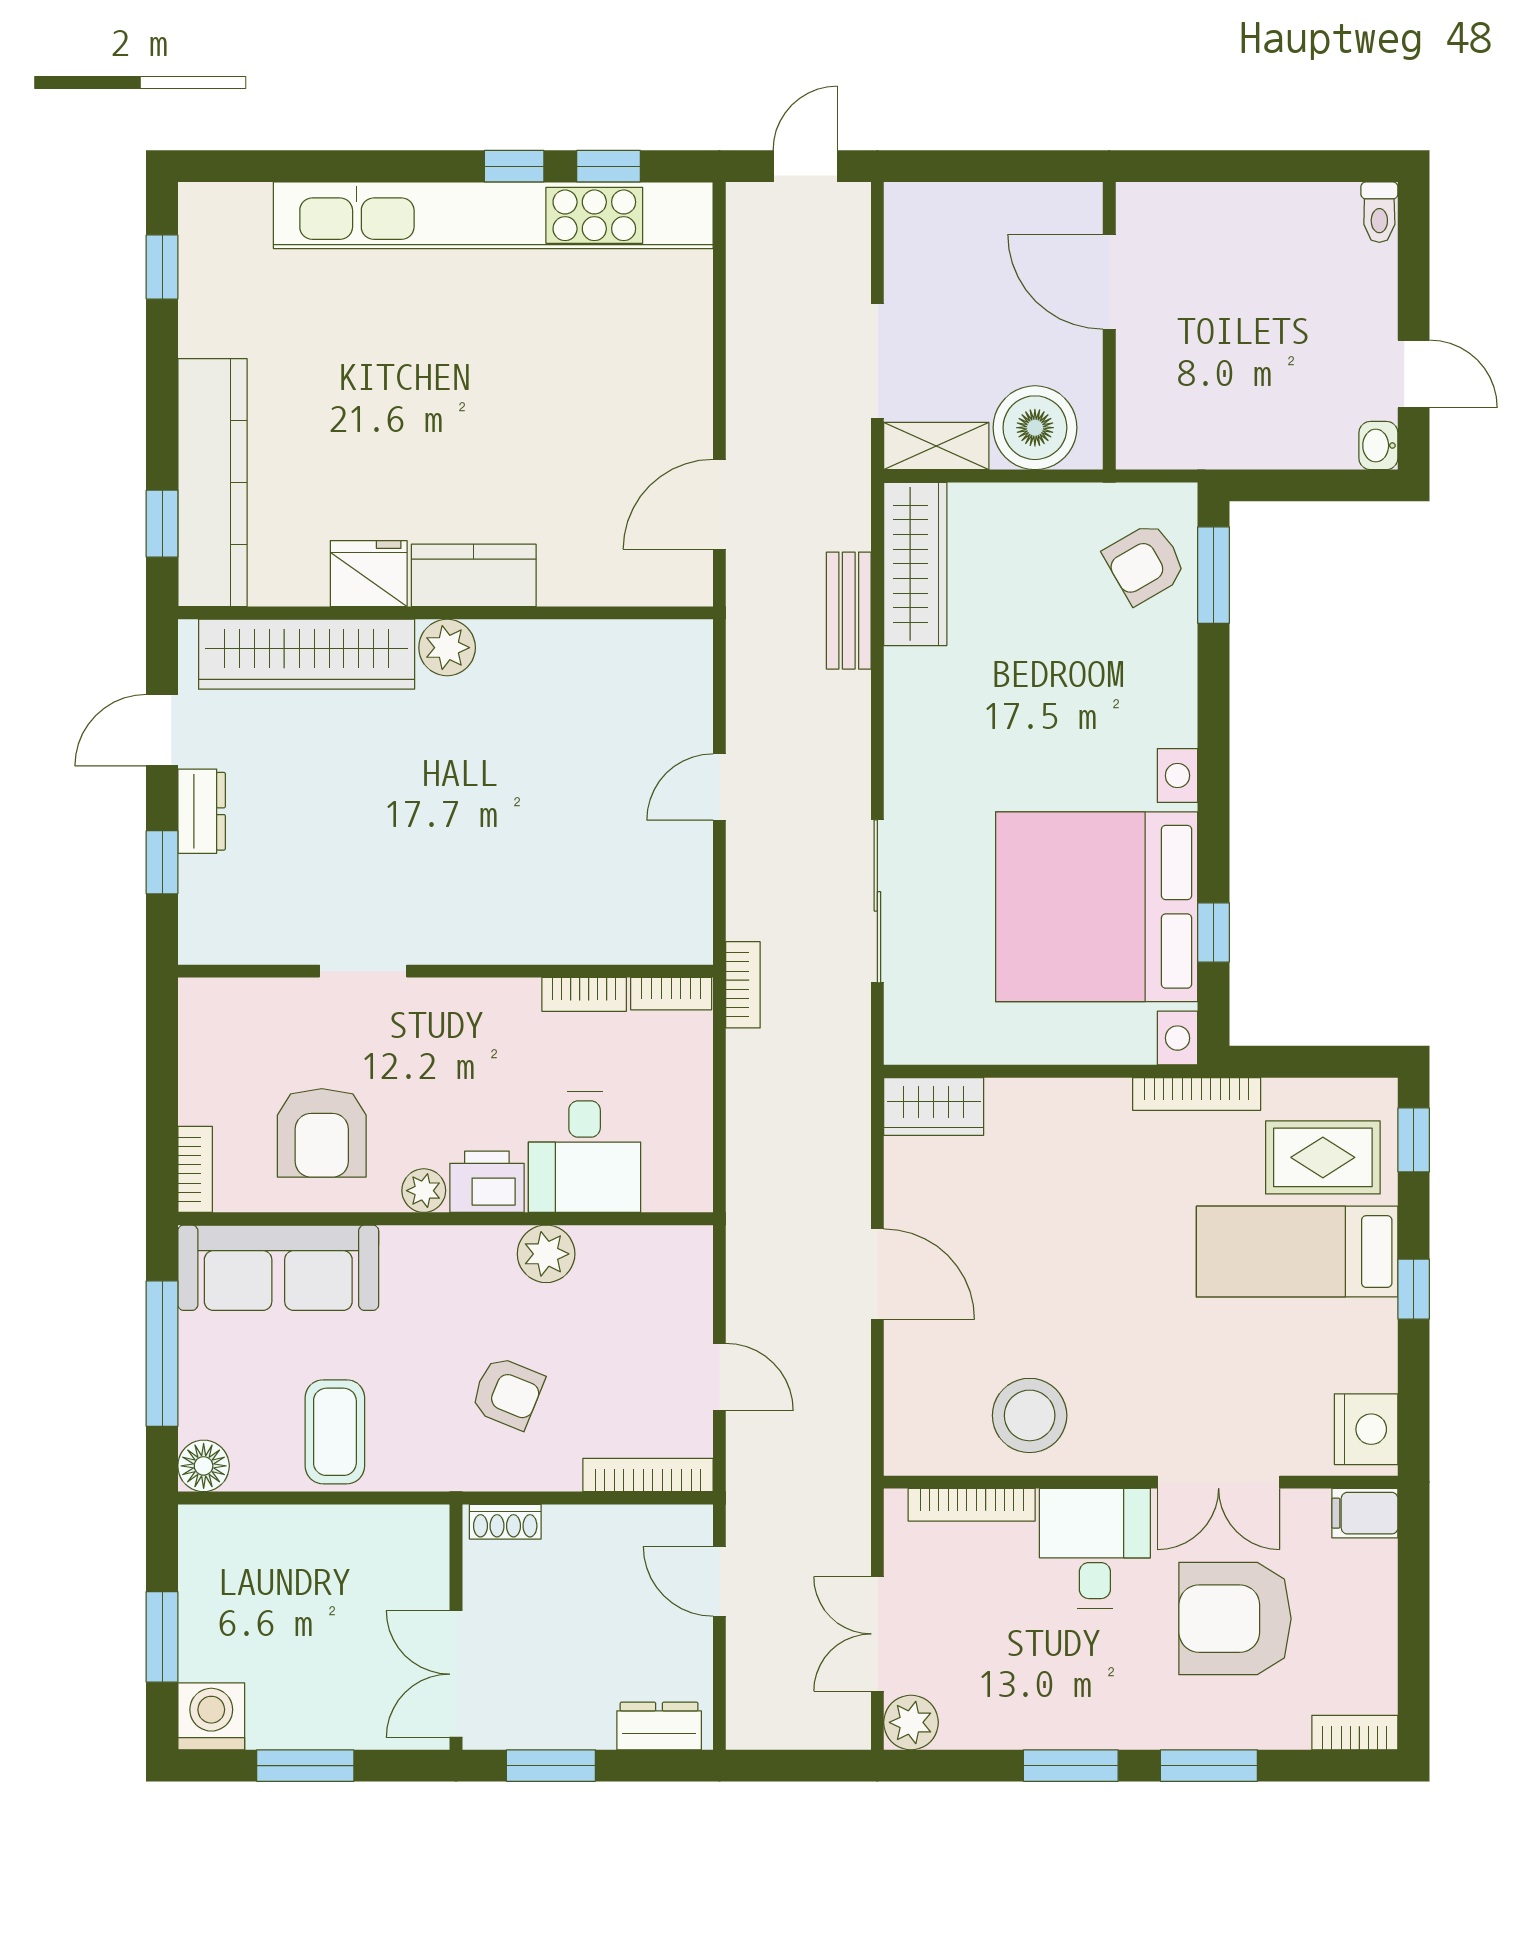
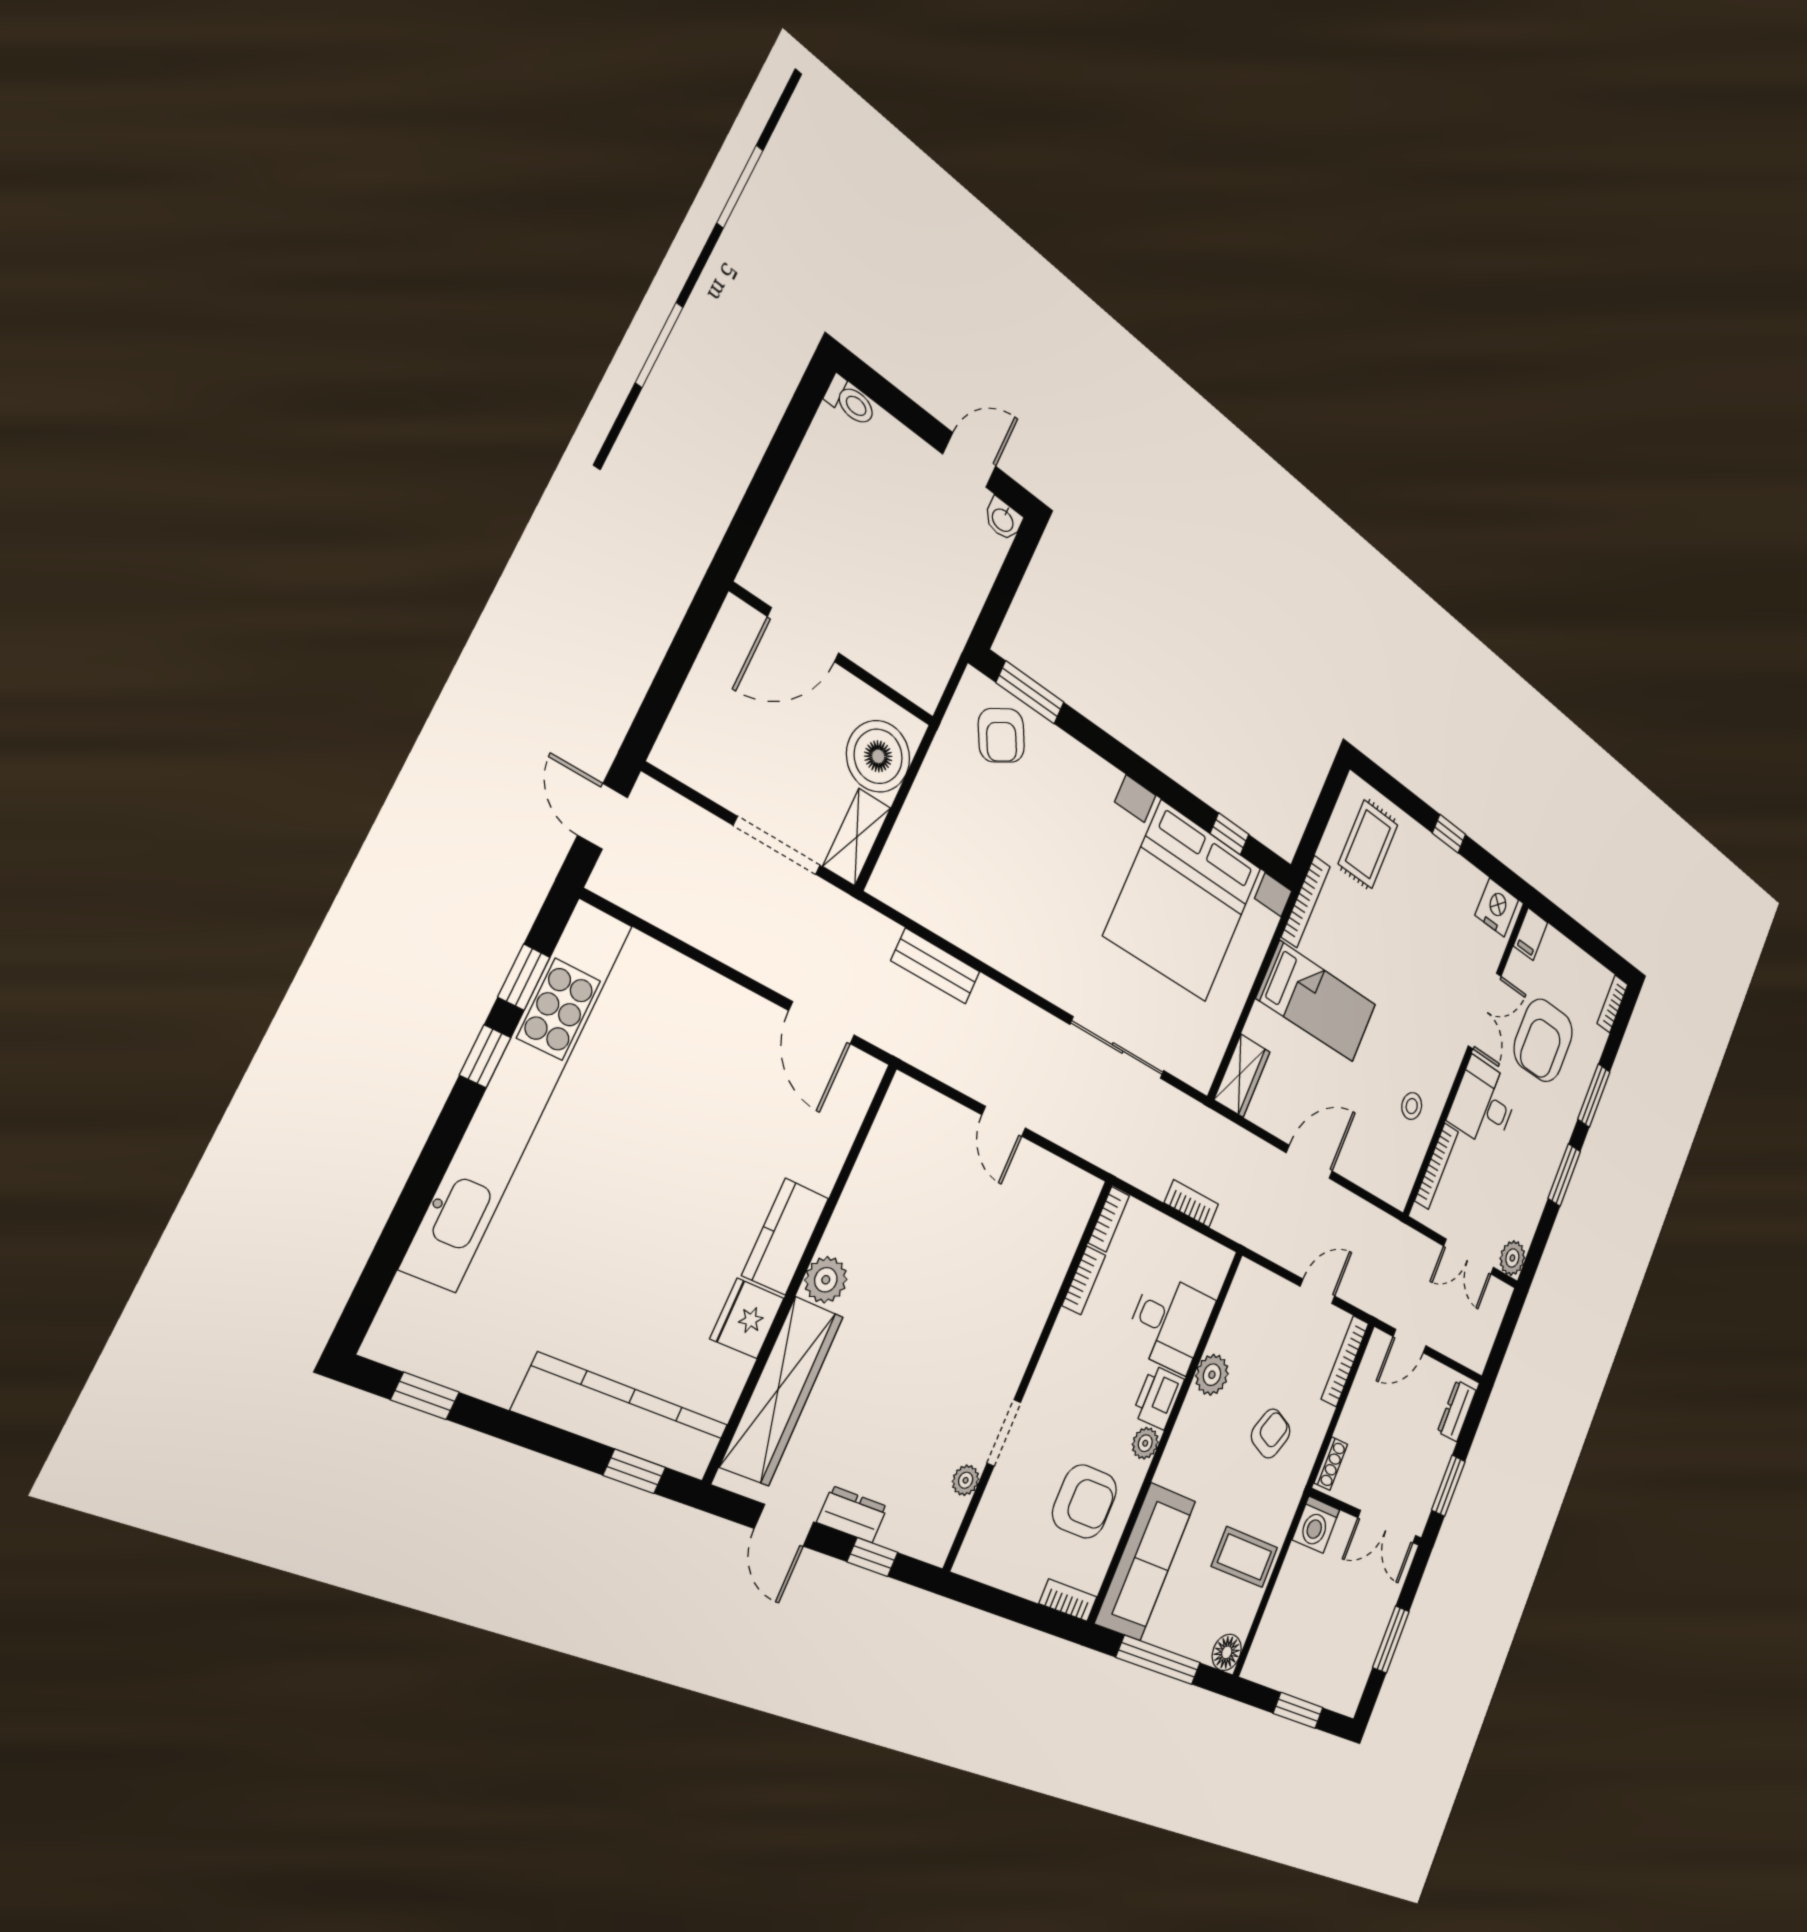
wardrobe: (915, 564) -> (928, 900), removed
plant: (290, 945) -> (966, 1480), added
bookcase: (743, 985) -> (1191, 1203), moved
window: (1414, 1140) -> (1383, 782), removed
bed: (1297, 1252) -> (1317, 1002), moved, turned -90
stool: (1030, 1415) -> (1412, 1106), width x0.53, depth x0.53
washing machine: (211, 1716) -> (1316, 1525), moved, turned -90

